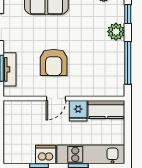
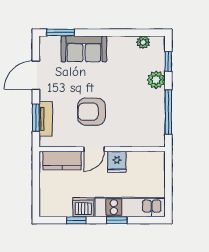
armchair: (54, 62) -> (91, 112), turned 90
kitchen counter: (106, 110) -> (62, 161), moved

